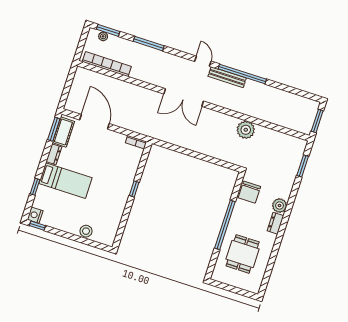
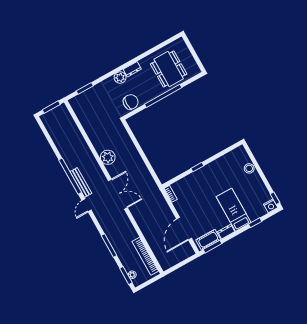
plant: (246, 130) -> (108, 157), moved
dining table: (243, 254) -> (169, 69), width x1.38

